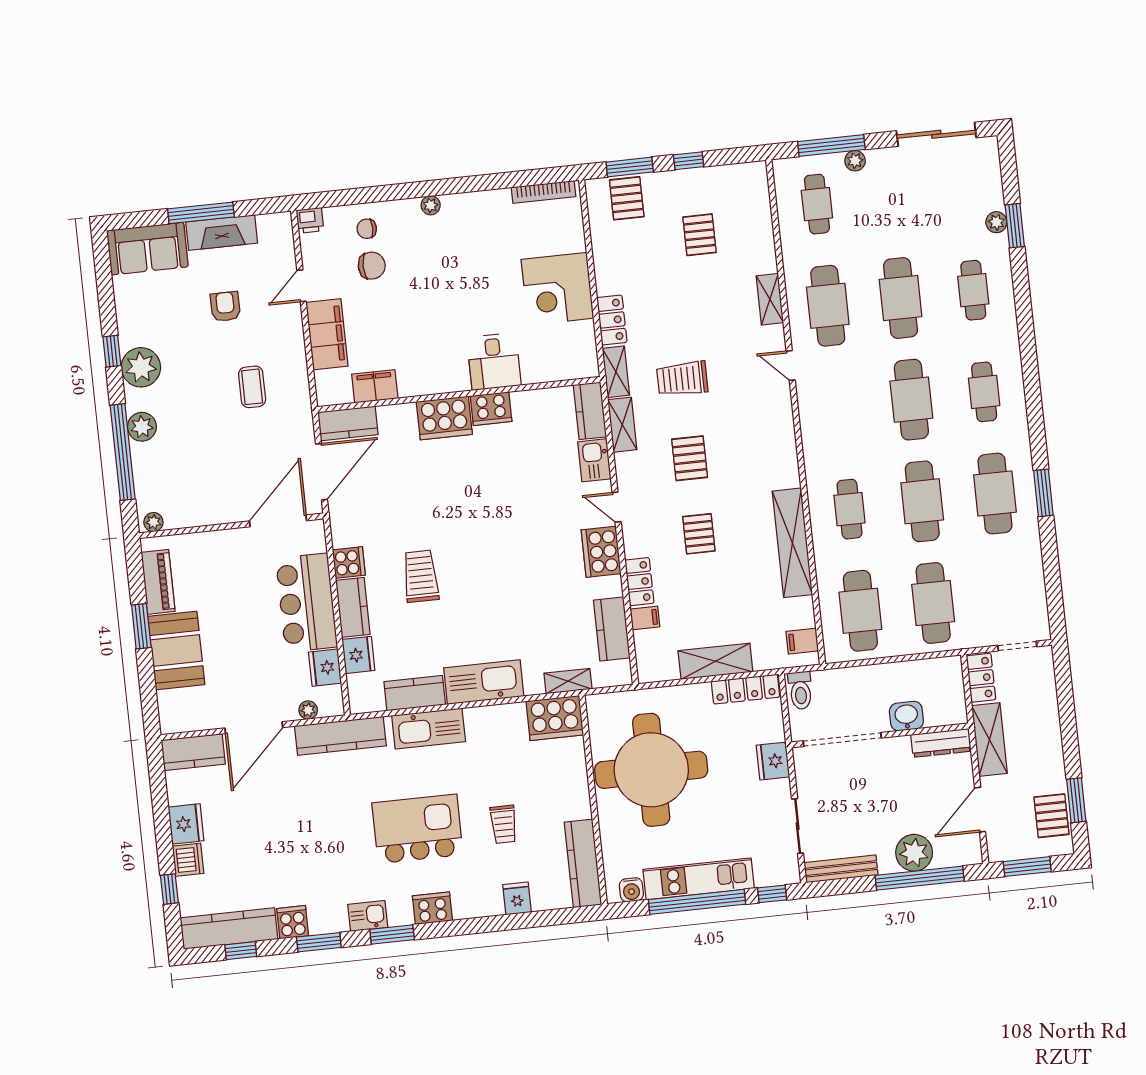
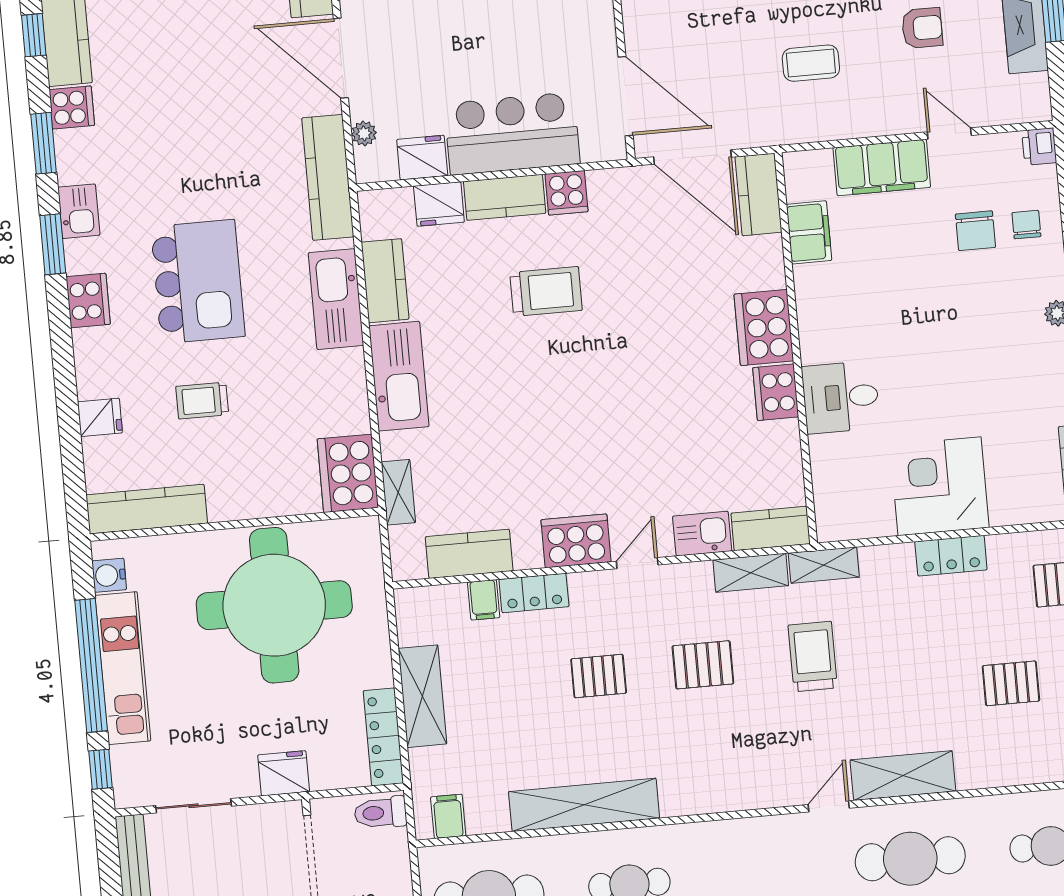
shelving: (770, 299) -> (903, 776), width x1.50, depth x1.33
locker: (612, 320) -> (951, 556), moved

